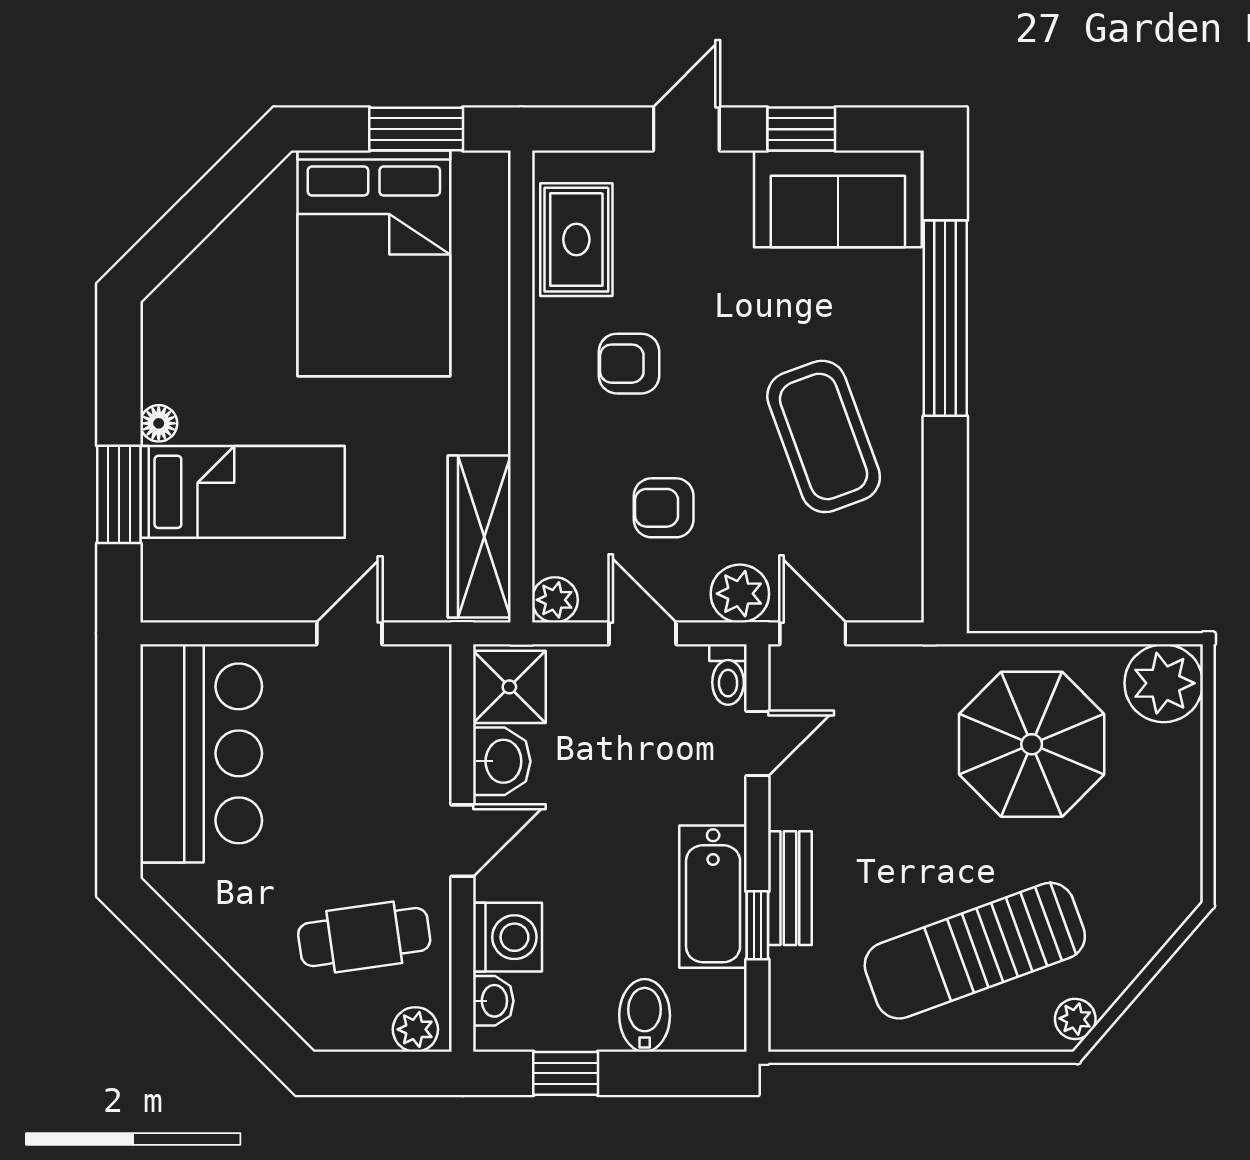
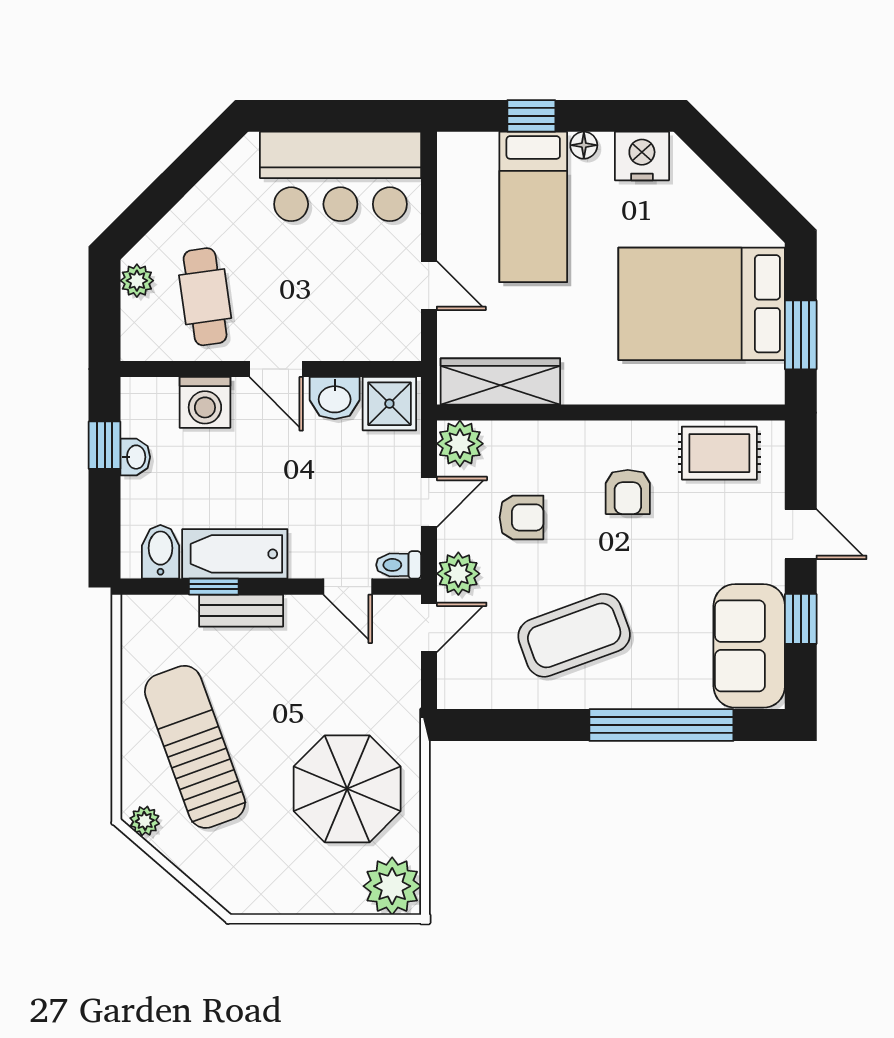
nightstand: (173, 344) -> (642, 156), added
armchair: (629, 364) -> (628, 492), turned 180
window: (119, 494) -> (531, 116), width x0.67
armchair: (664, 508) -> (522, 517), turned 90
plant: (555, 600) -> (460, 444), width x1.38, depth x1.38
washbasin: (493, 1001) -> (135, 457), moved, turned -90
bidet: (645, 1015) -> (160, 552), moved, turned -90
plant: (415, 1029) -> (137, 281), moved

